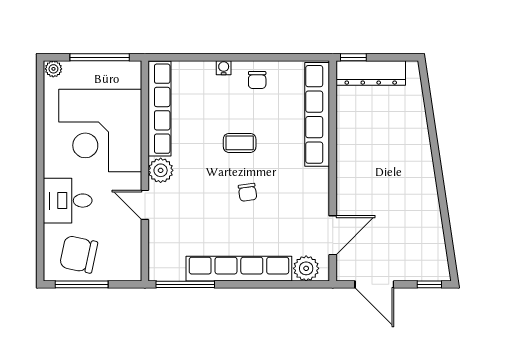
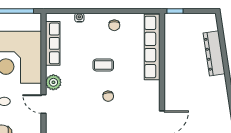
water cooler: (224, 68) -> (79, 18), moved
dresser: (371, 73) -> (214, 53), moved, turned 82
row of seats: (159, 109) -> (53, 43), width x0.73

